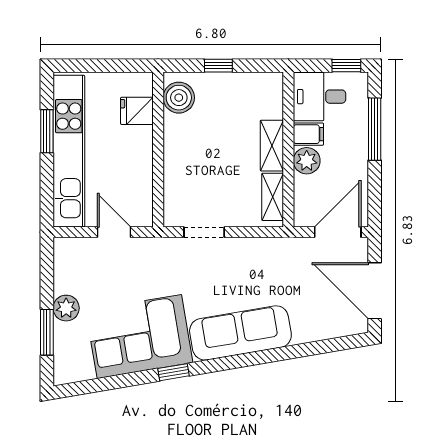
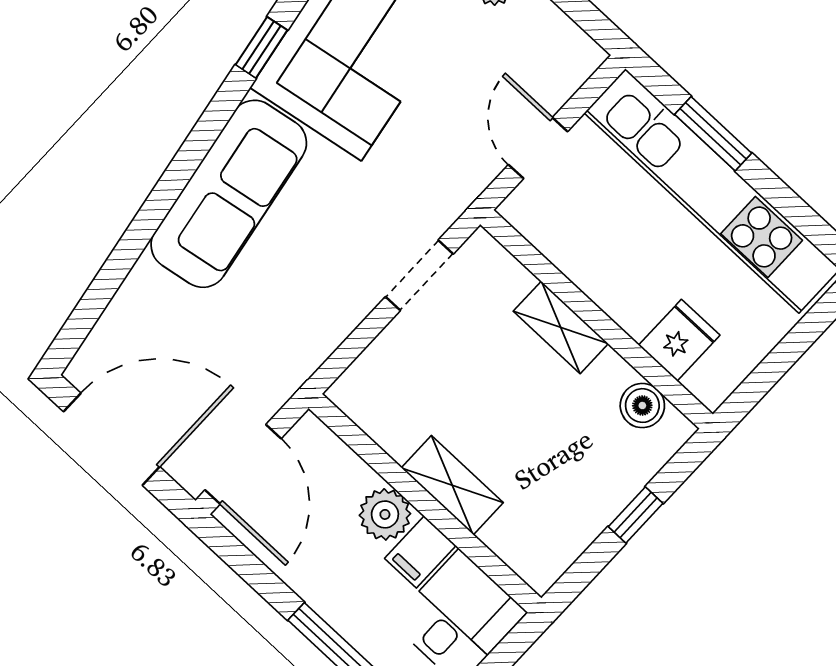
boiler: (179, 98) -> (642, 406), width x0.73, depth x0.73
window: (47, 131) -> (713, 134), moved
shelving: (273, 197) -> (561, 327), moved
door: (114, 232) -> (538, 148), swing flipped

